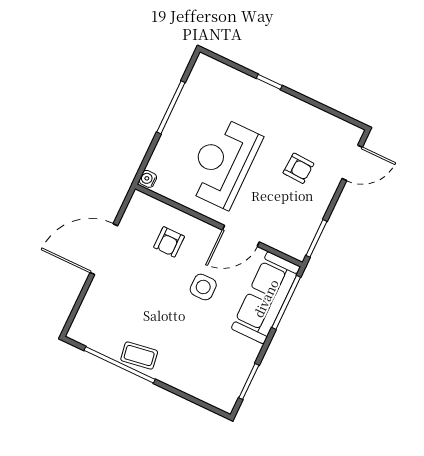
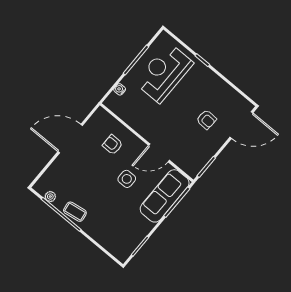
reception desk: (223, 163) -> (164, 73), moved
door: (352, 163) -> (241, 125), width x1.36
water cooler: (148, 179) -> (120, 89), moved
armchair: (169, 242) -> (113, 145), turned 90
plant: (97, 343) -> (50, 197), added

